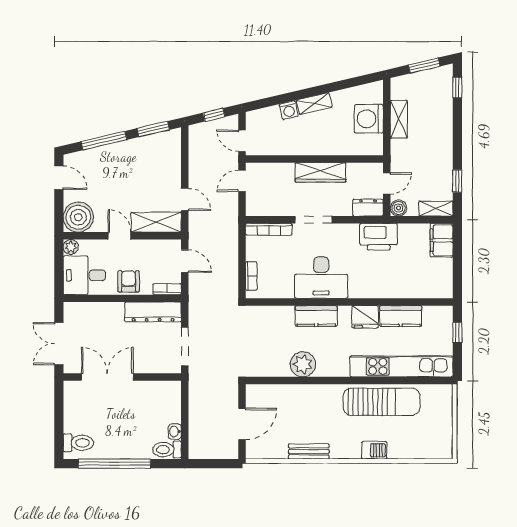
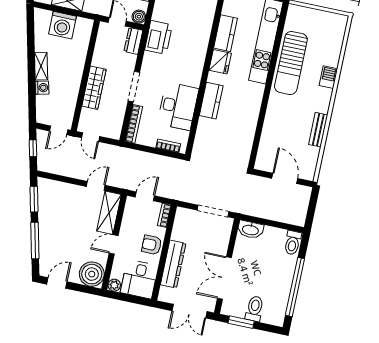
wardrobe: (320, 172) -> (94, 88), moved
desk: (321, 278) -> (178, 106), moved
dresser: (153, 312) -> (173, 264), moved
plant: (303, 364) -> (248, 120), removed
sun lounger: (382, 402) -> (291, 63), turned 180
window: (59, 408) -> (241, 322), added
washbasin: (175, 432) -> (250, 230), moved, width x1.91, depth x1.45
toilet: (78, 443) -> (255, 309), moved

